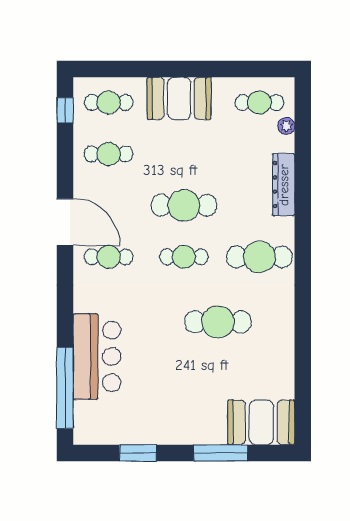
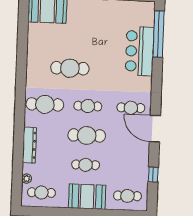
window: (65, 110) -> (153, 175), moved
cafe table: (109, 154) -> (86, 165), moved

